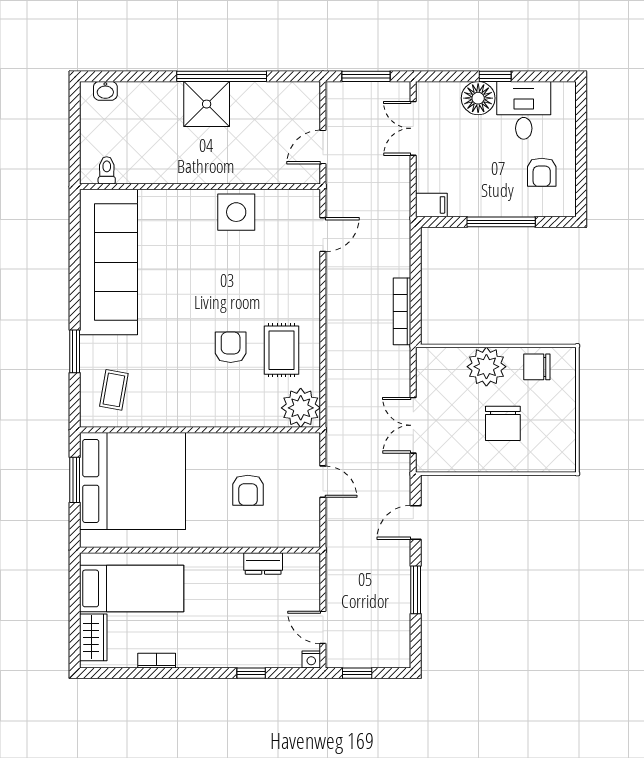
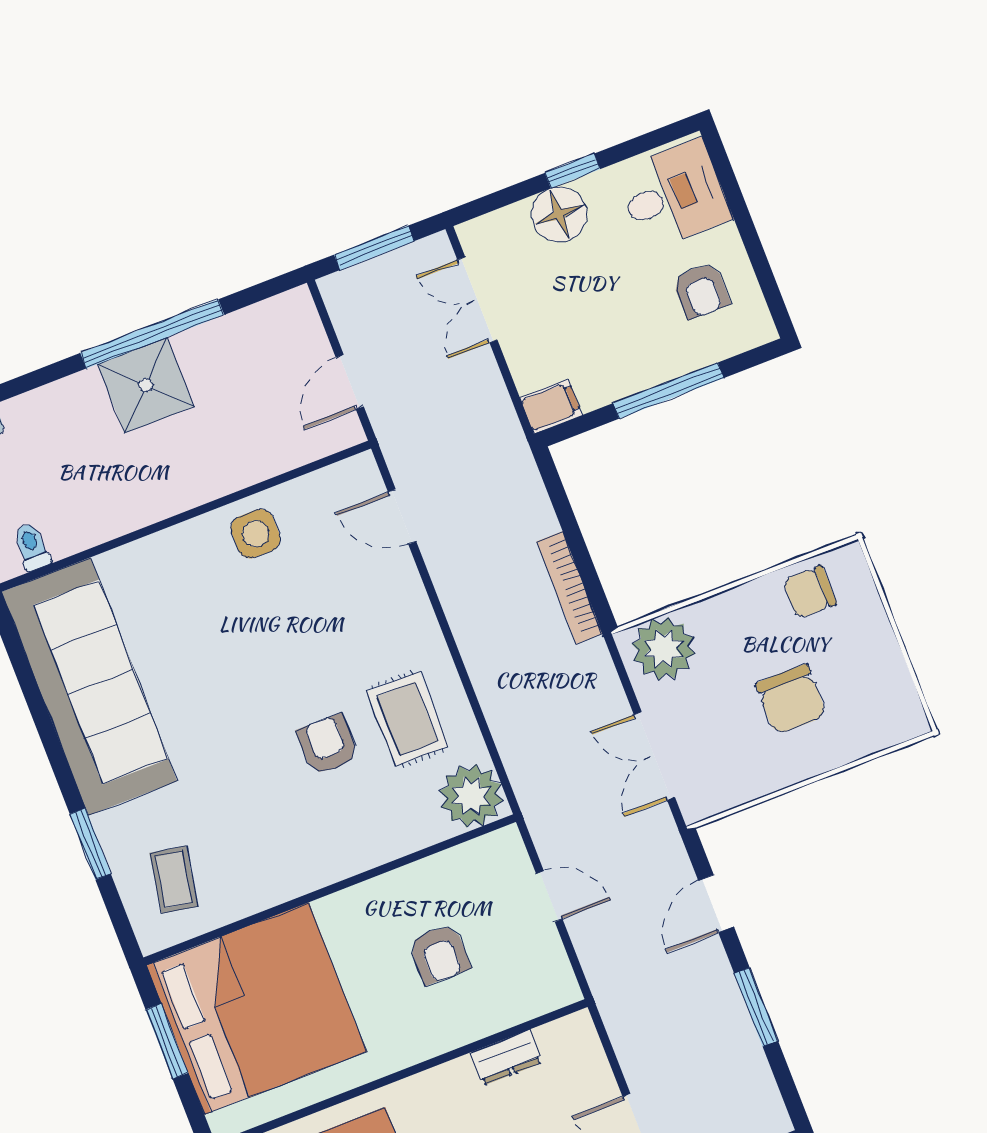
desk: (524, 110) -> (673, 195), moved, turned 90
side table: (236, 212) -> (256, 534), width x0.73, depth x0.73
door: (323, 235) -> (402, 517), swing flipped
plant: (486, 367) -> (663, 649), moved

